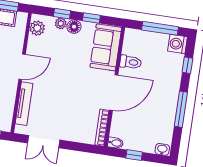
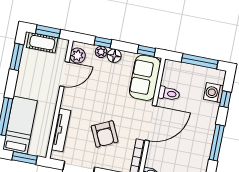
window: (91, 18) -> (146, 51), moved
washing machine: (178, 44) -> (213, 93), moved
door: (22, 67) -> (64, 74), moved
armchair: (68, 106) -> (105, 134), added

